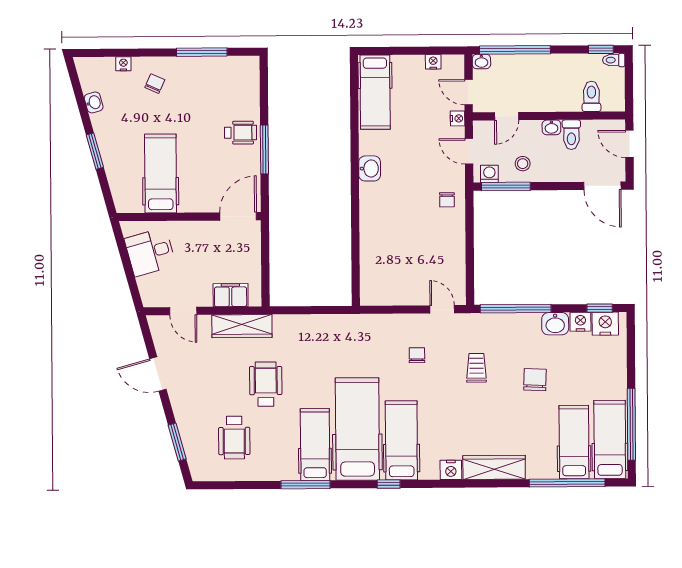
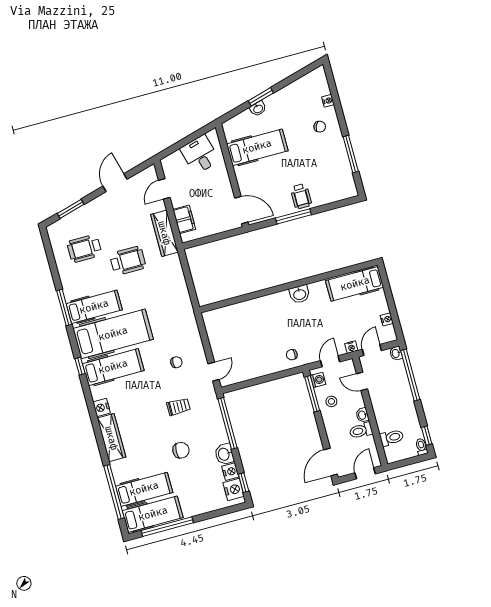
washbasin: (94, 102) -> (258, 109), moved

